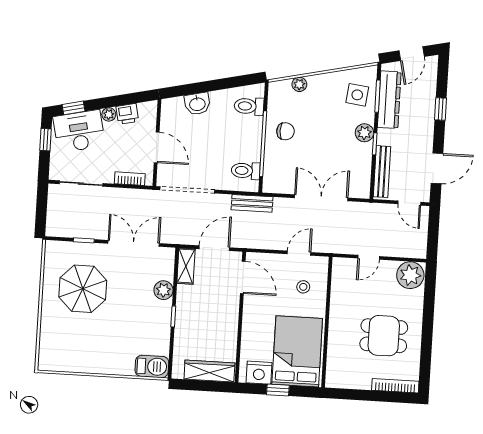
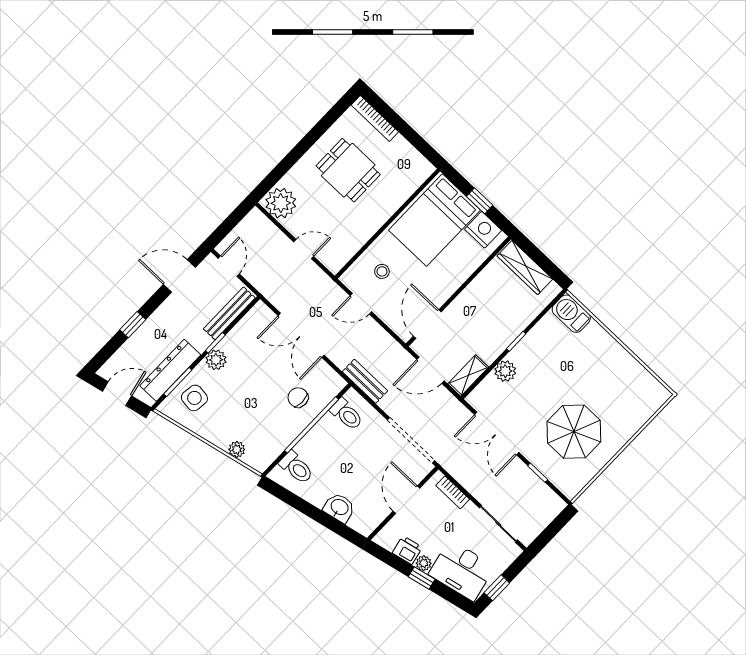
window: (73, 108) -> (422, 578), moved
chair: (285, 131) -> (298, 398), moved

